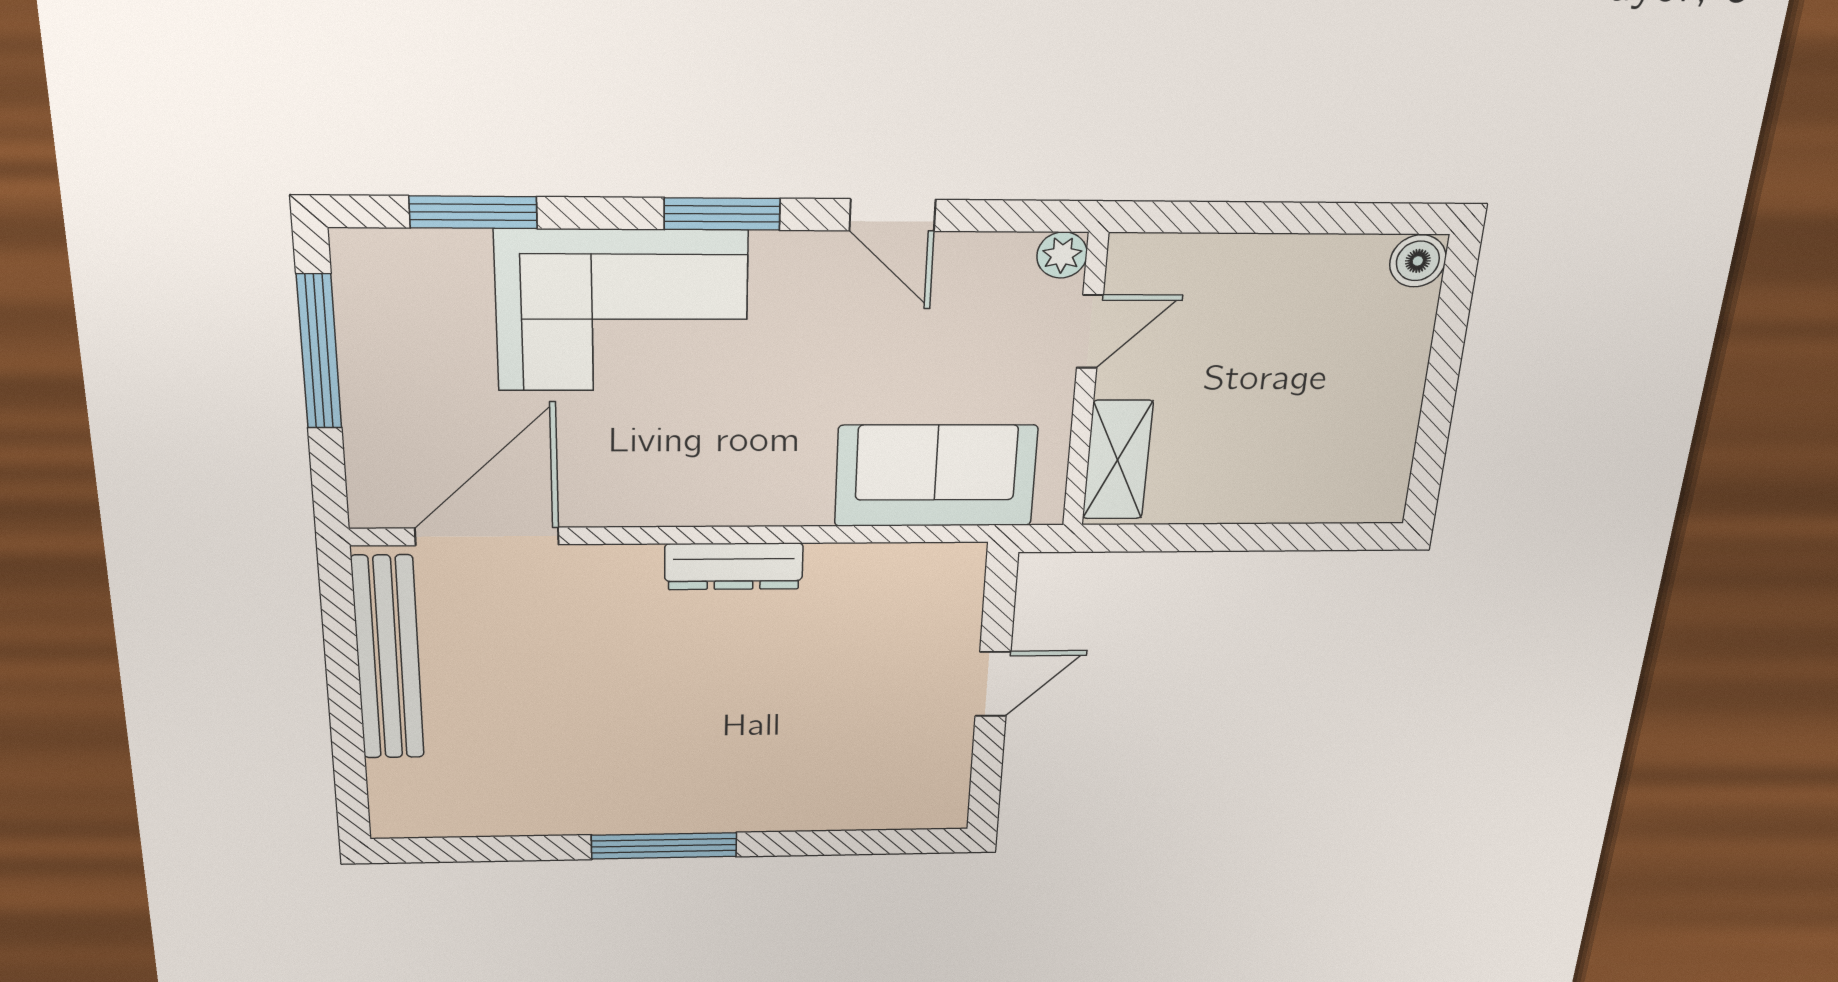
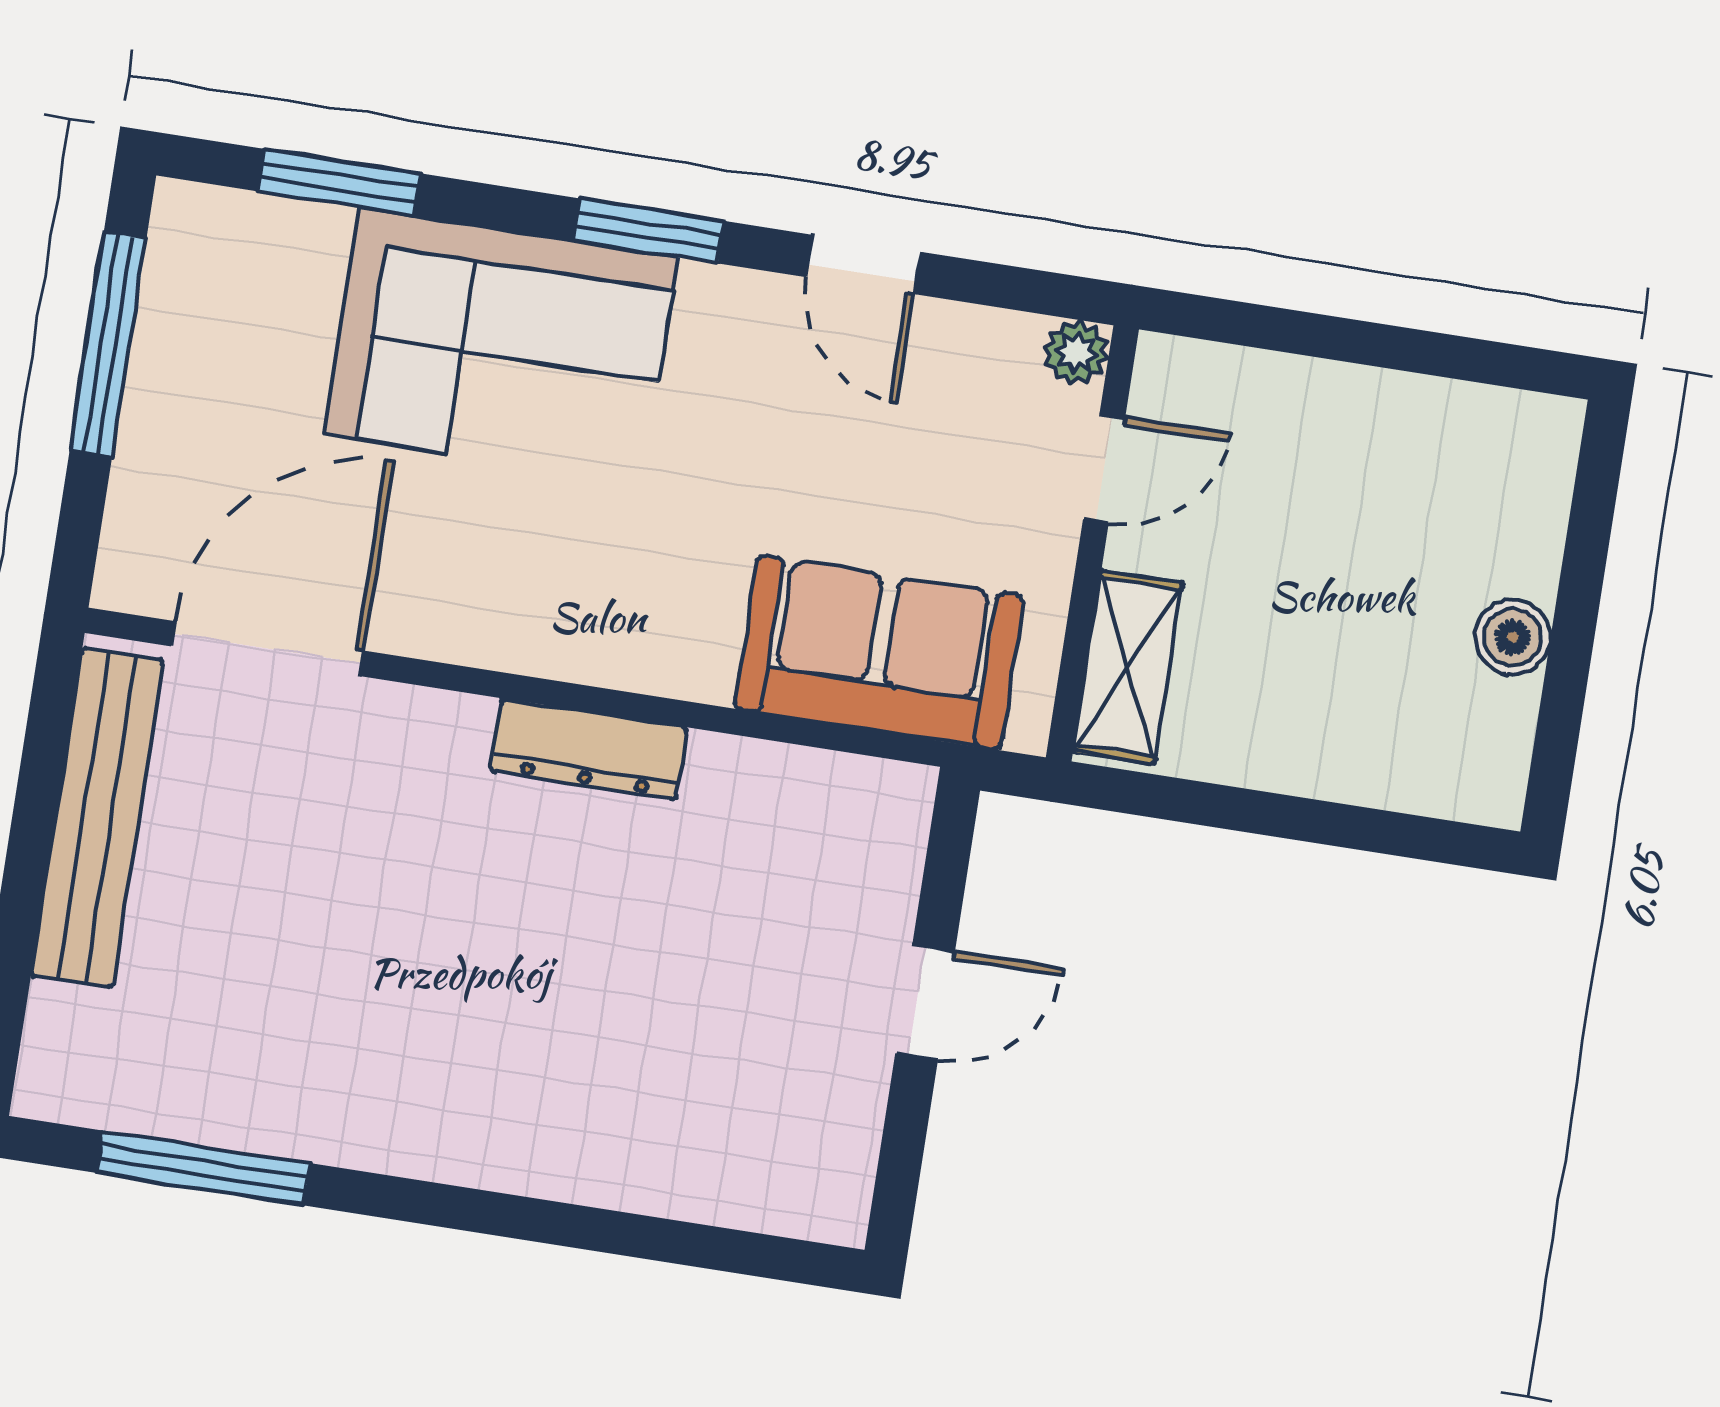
boiler: (1418, 261) -> (1513, 637), moved
window: (664, 846) -> (203, 1168), moved

